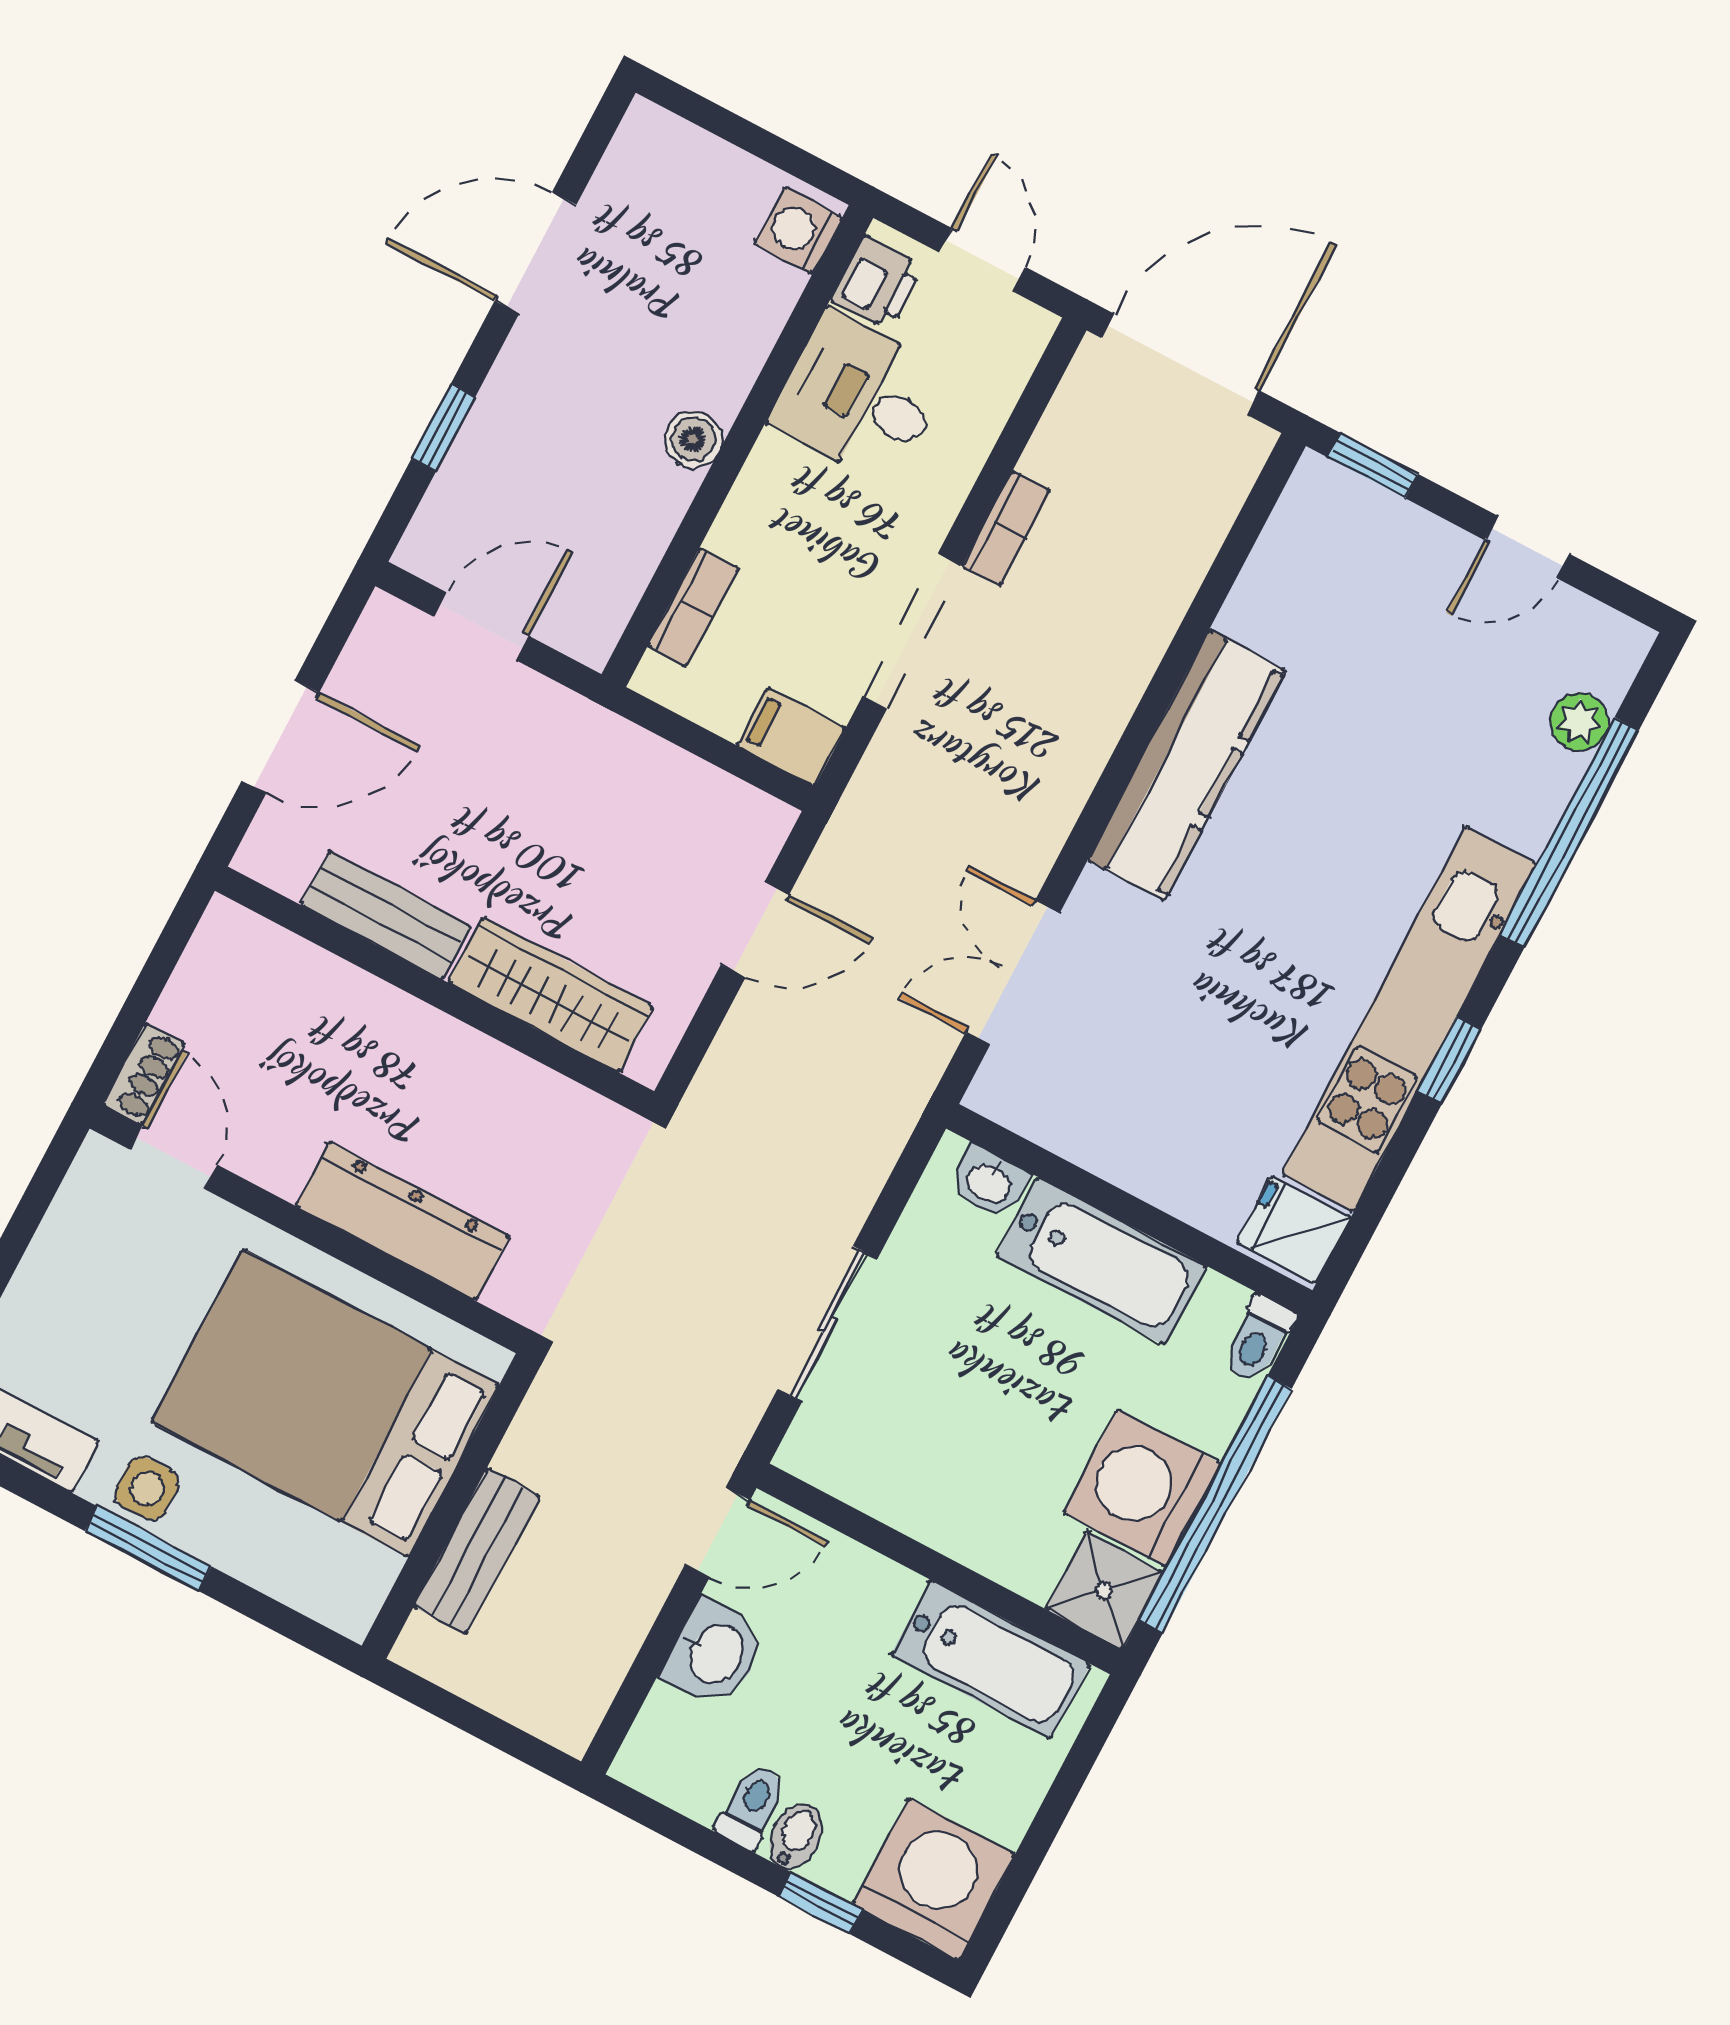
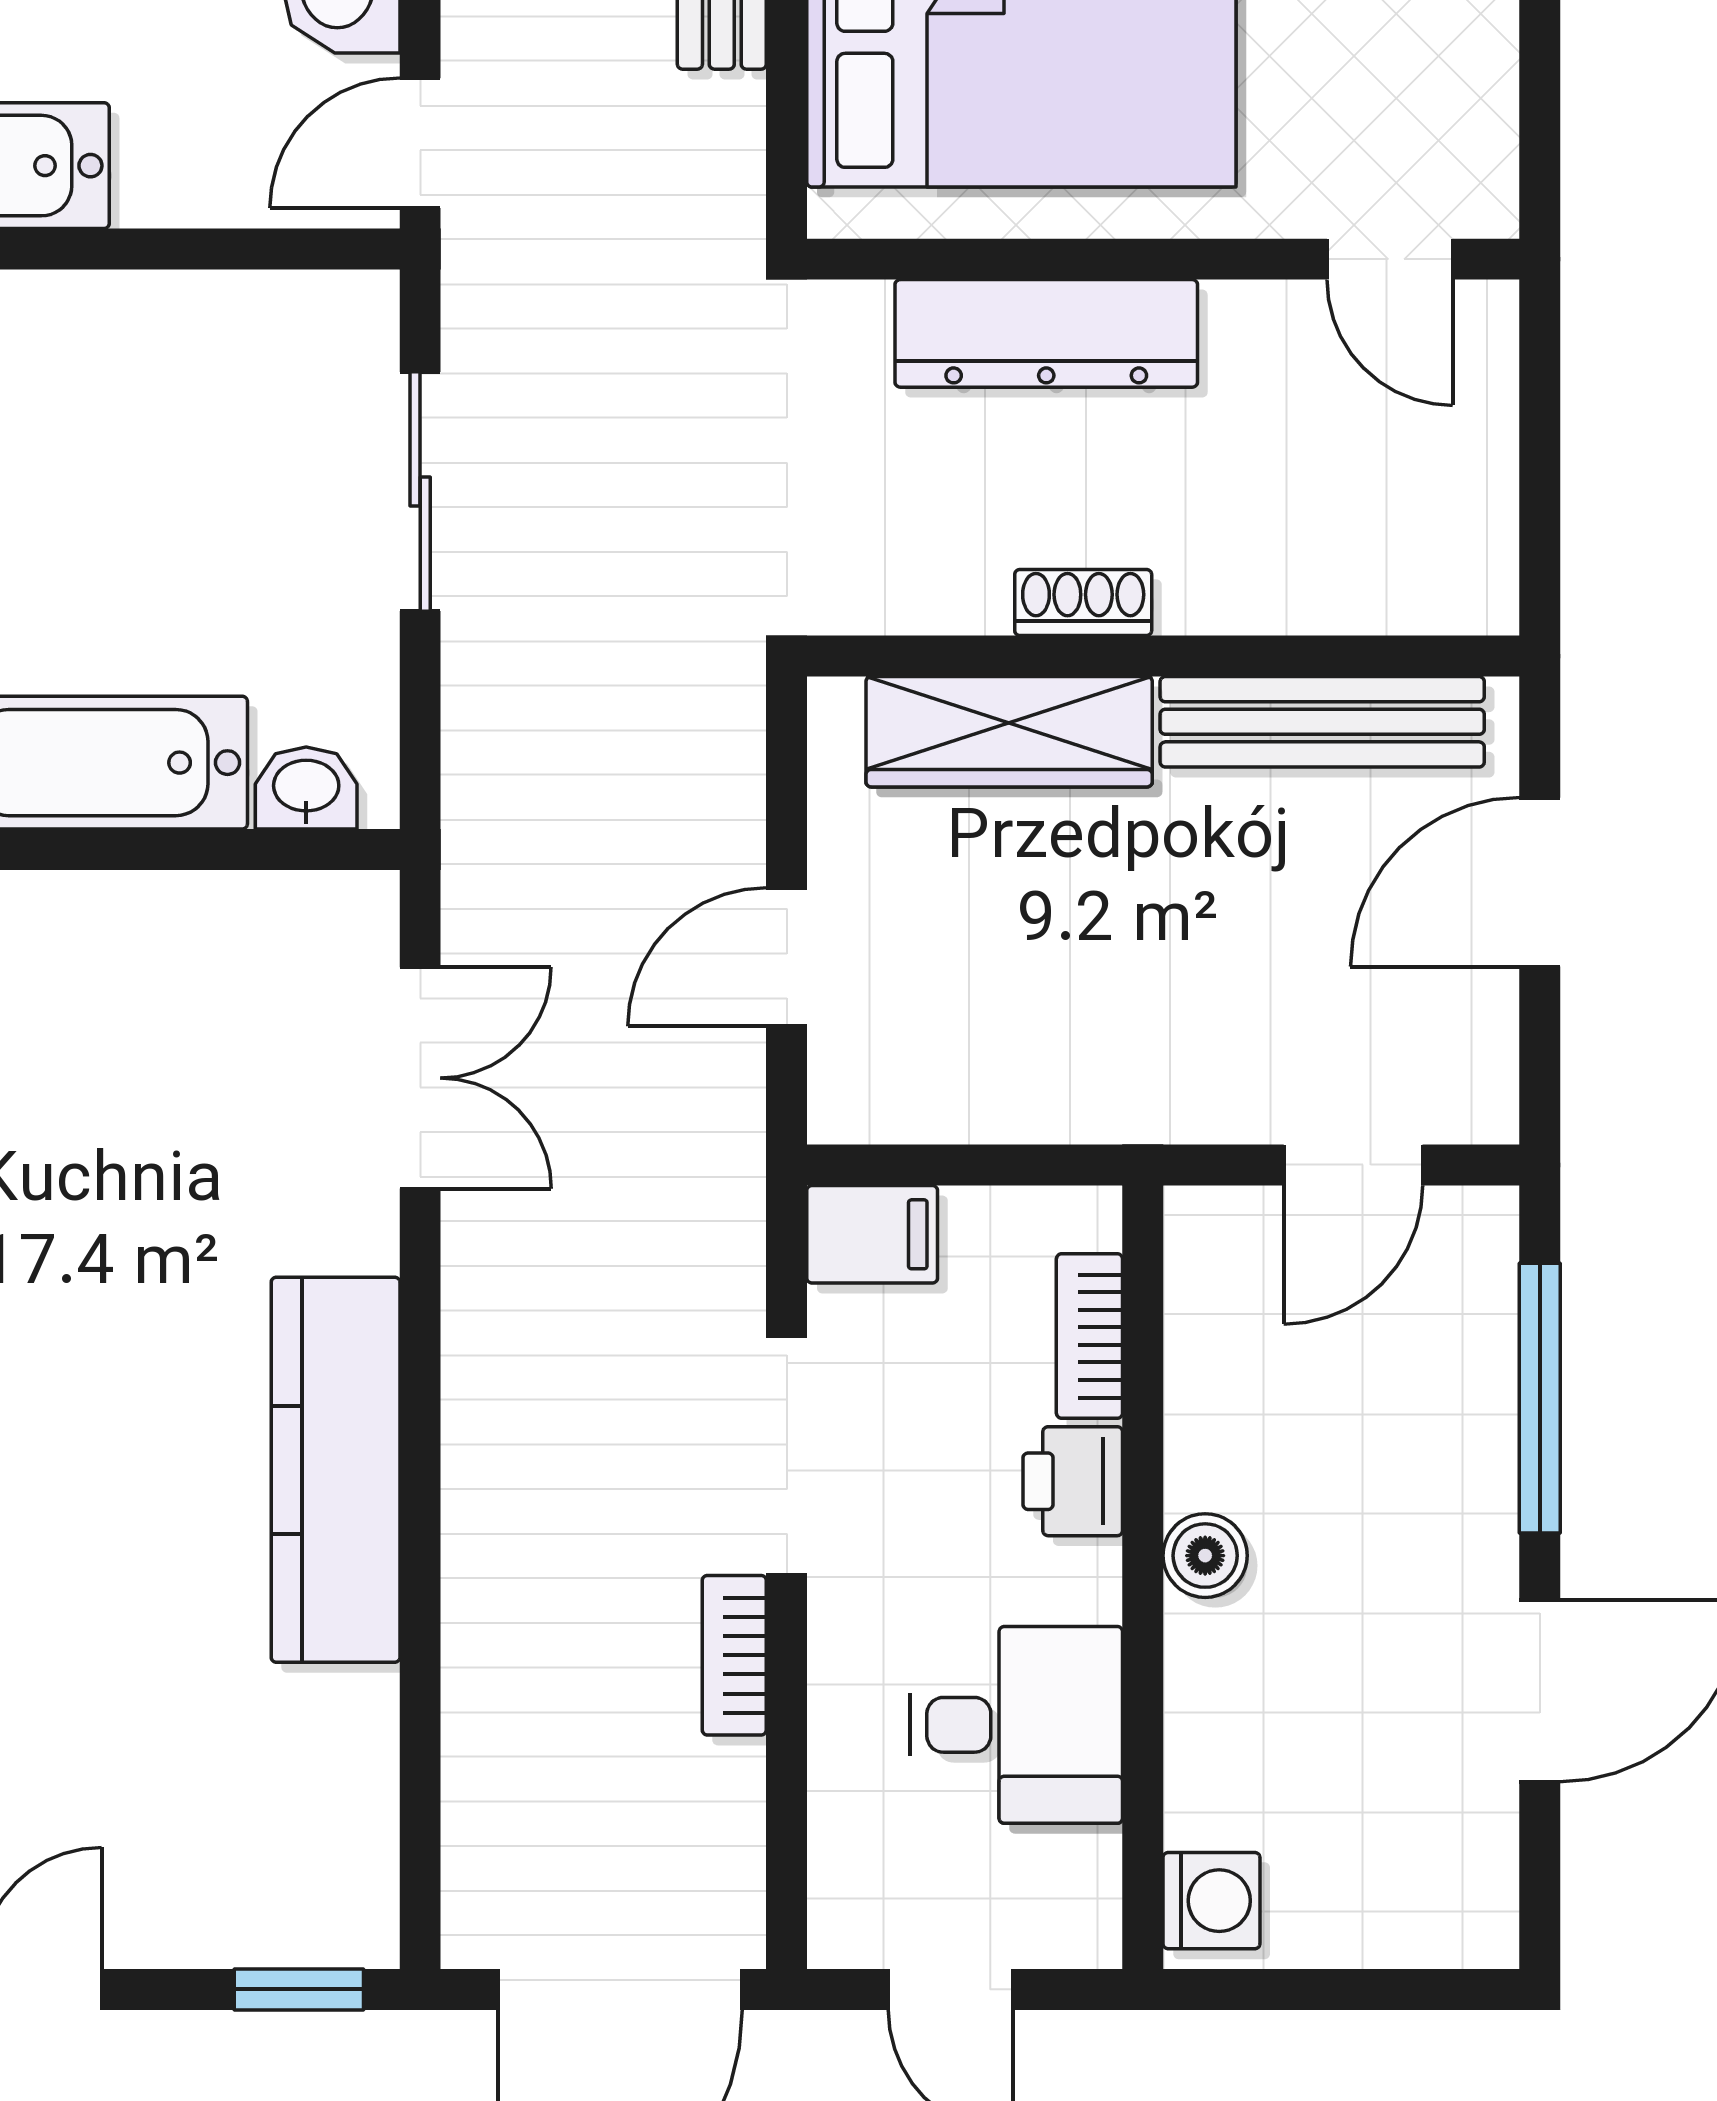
printer: (877, 283) -> (1073, 1481), moved
window: (443, 428) -> (1540, 1398), width x2.17
bench: (386, 915) -> (1322, 722), width x1.36
shoe rack: (144, 1074) -> (1083, 603), moved, turned 90

